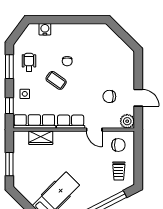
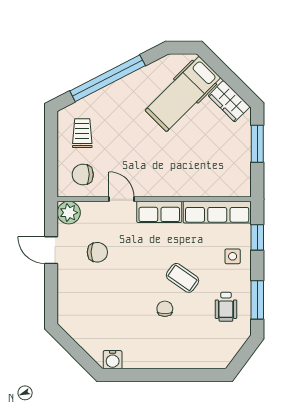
water cooler: (45, 29) -> (113, 360), moved
wardrobe: (41, 138) -> (229, 101), moved, turned -135

